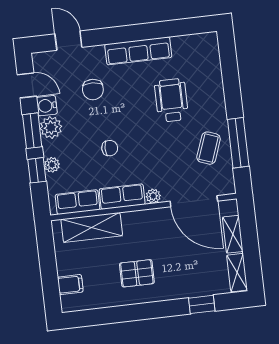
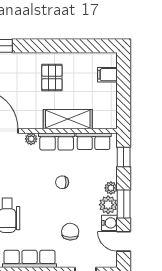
plant: (52, 165) -> (111, 188), moved
window: (37, 170) -> (124, 157), moved
shelving: (92, 227) -> (68, 119), moved
pallet: (137, 273) -> (52, 77), turned 90

